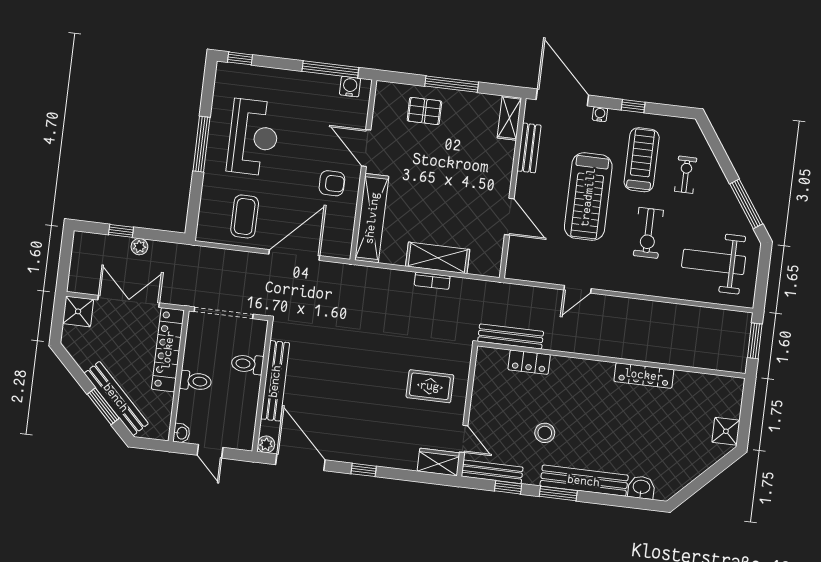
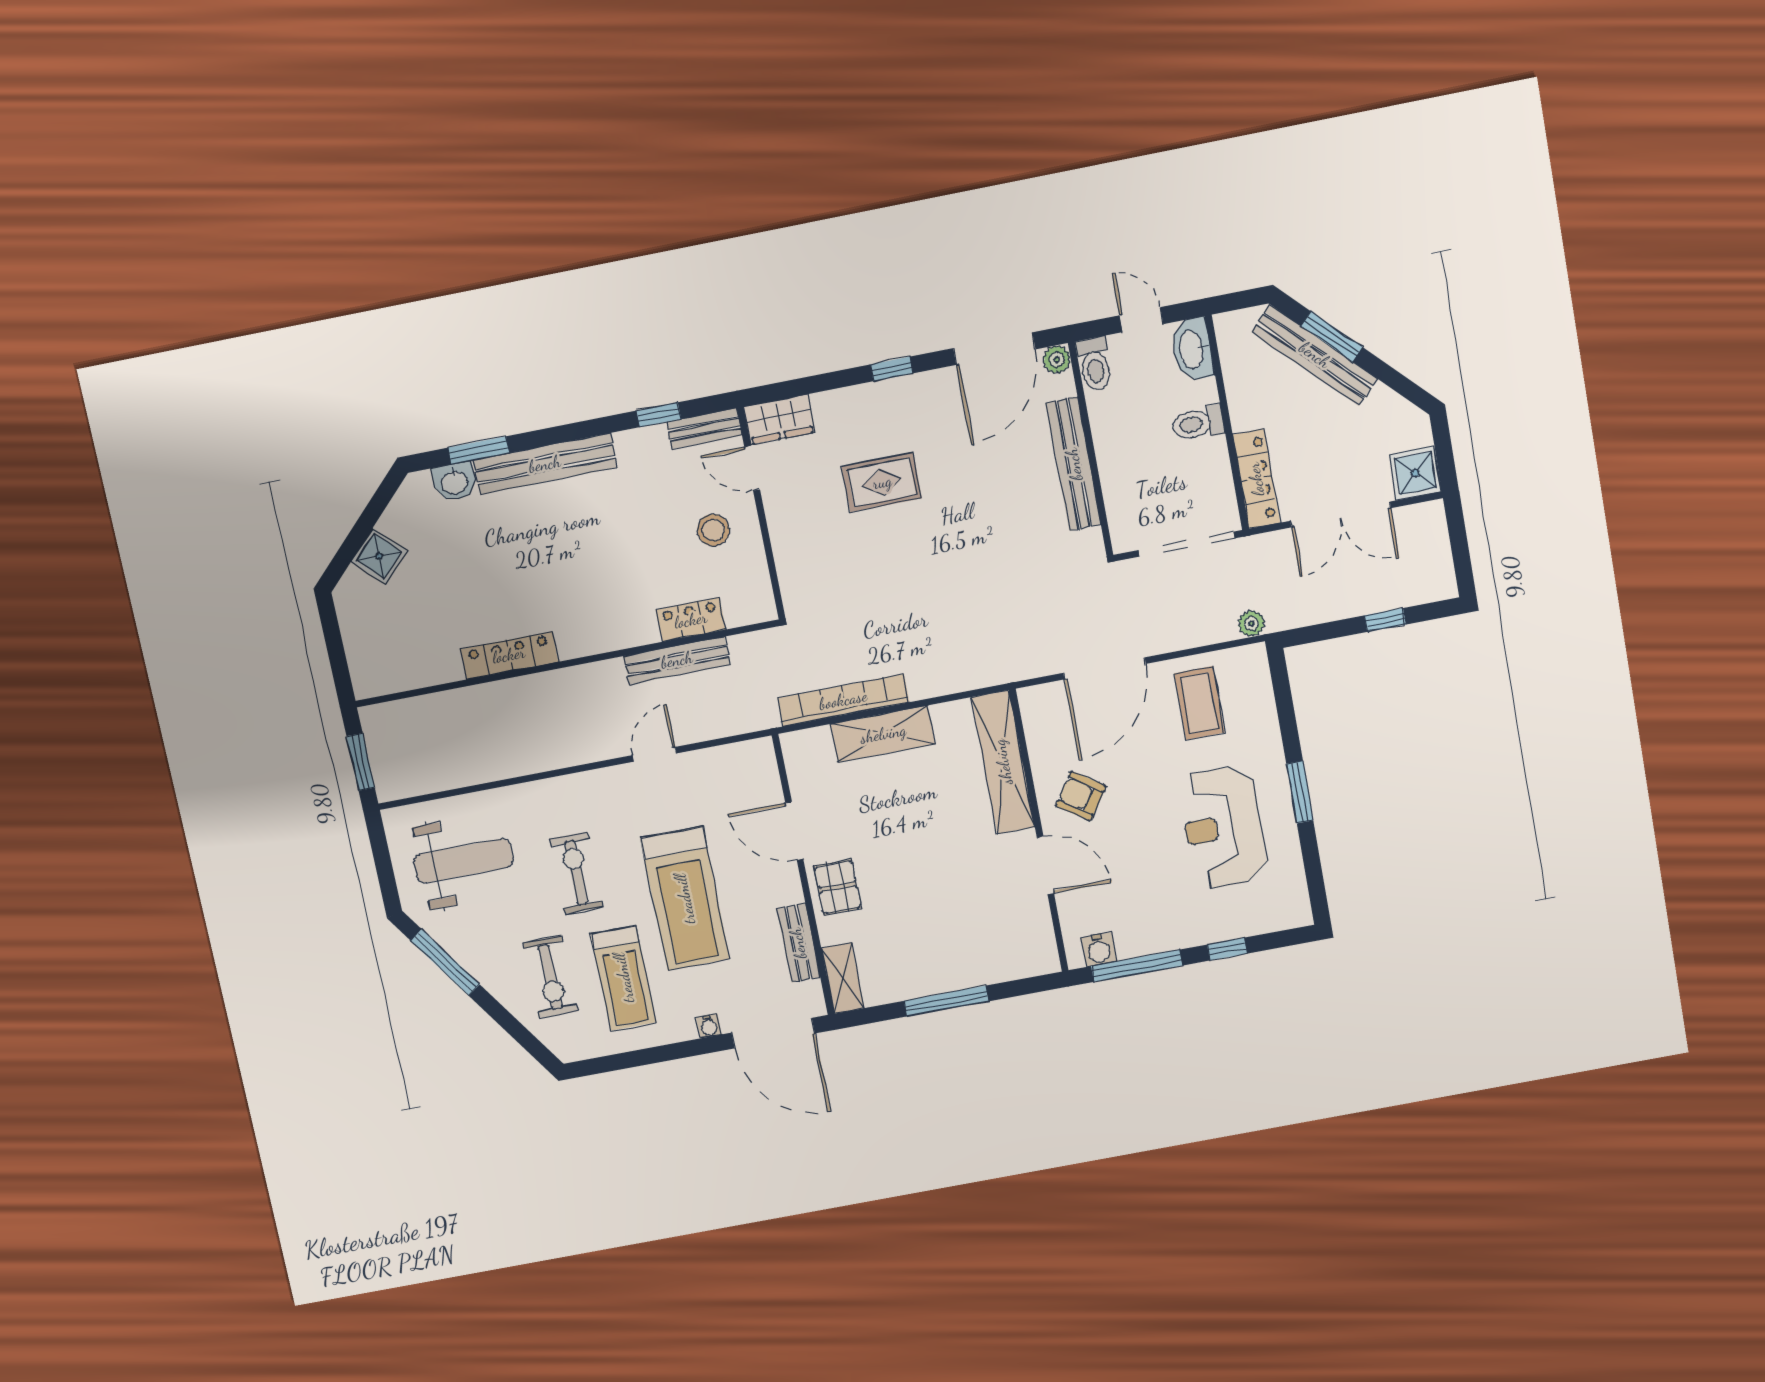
window: (240, 58) -> (1227, 949), moved
window: (633, 106) -> (663, 1053), removed
pallet: (424, 111) -> (838, 887), moved, turned 90
window: (201, 144) -> (1300, 792), width x0.69
exercise bike: (686, 175) -> (550, 977), width x1.38, depth x1.39
armchair: (332, 183) -> (1081, 796), turned 34
treadmill: (588, 197) -> (685, 899), turned 180
plant: (139, 247) -> (1251, 624), moved
bookcase: (432, 281) -> (843, 700), width x2.31, depth x1.31
bench: (511, 336) -> (677, 660), moved
locker: (168, 350) -> (1256, 479), width x0.71, depth x0.83
toilet: (247, 364) -> (1095, 364), moved, turned 90
rug: (430, 386) -> (882, 482), moved
shower: (726, 431) -> (379, 556), moved, turned 45
washbasin: (181, 433) -> (1192, 349), width x1.91, depth x1.45
stool: (545, 433) -> (713, 530), moved
door: (300, 462) -> (994, 349), hinge flipped
bench: (492, 472) -> (704, 429), width x0.73
window: (558, 493) -> (479, 450), moved

